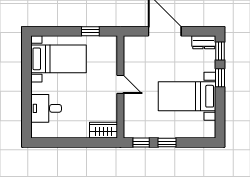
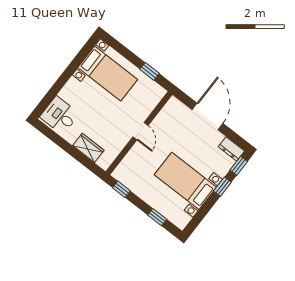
desk: (46, 108) -> (60, 115), moved
wardrobe: (103, 130) -> (88, 148), moved
window: (167, 143) -> (157, 217), moved

